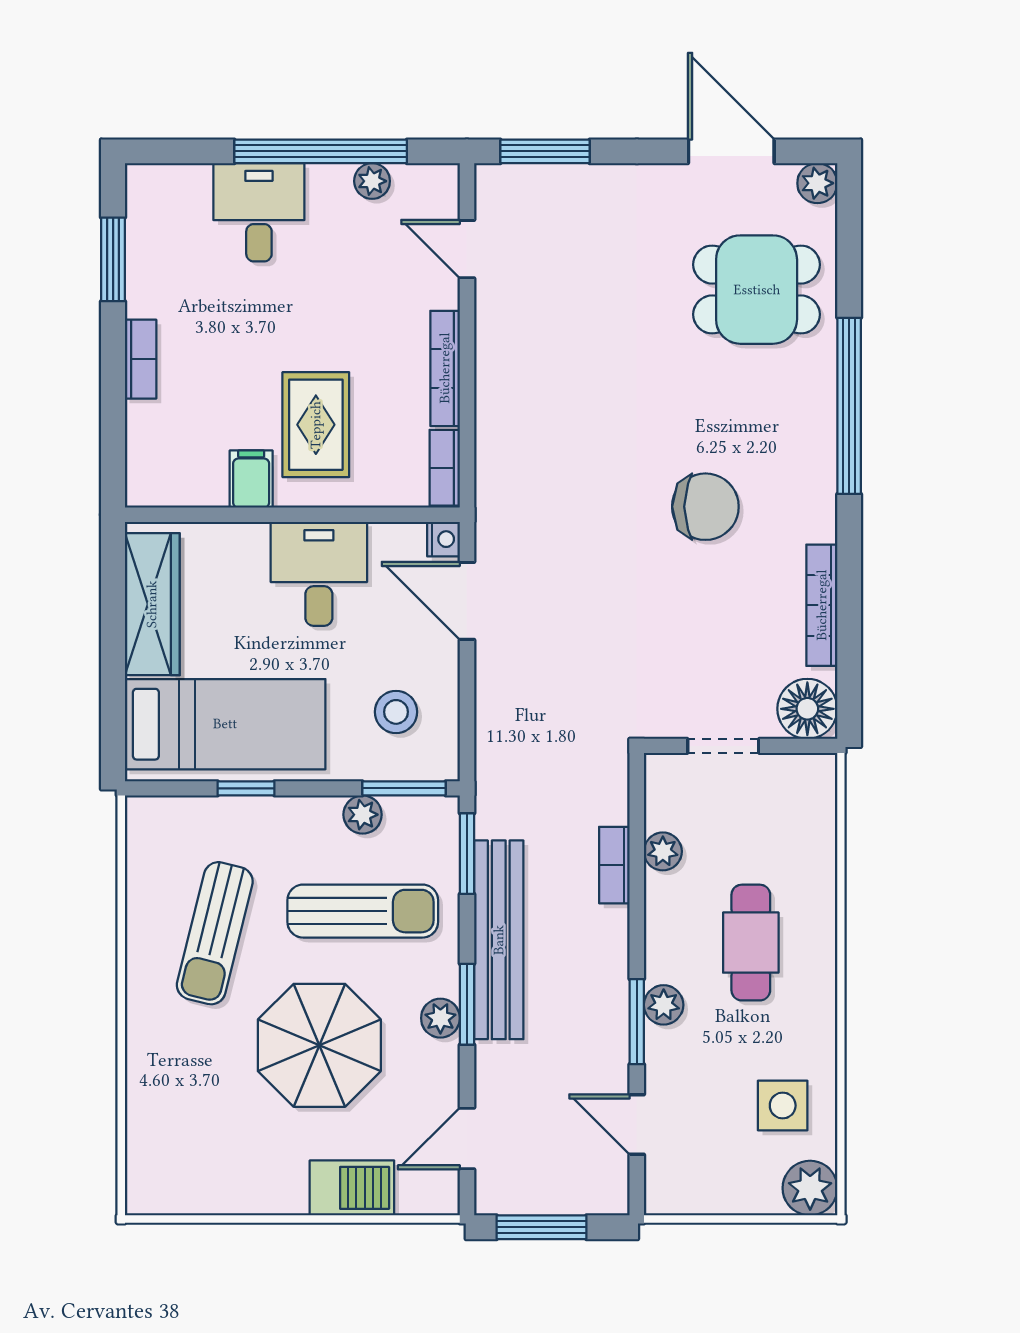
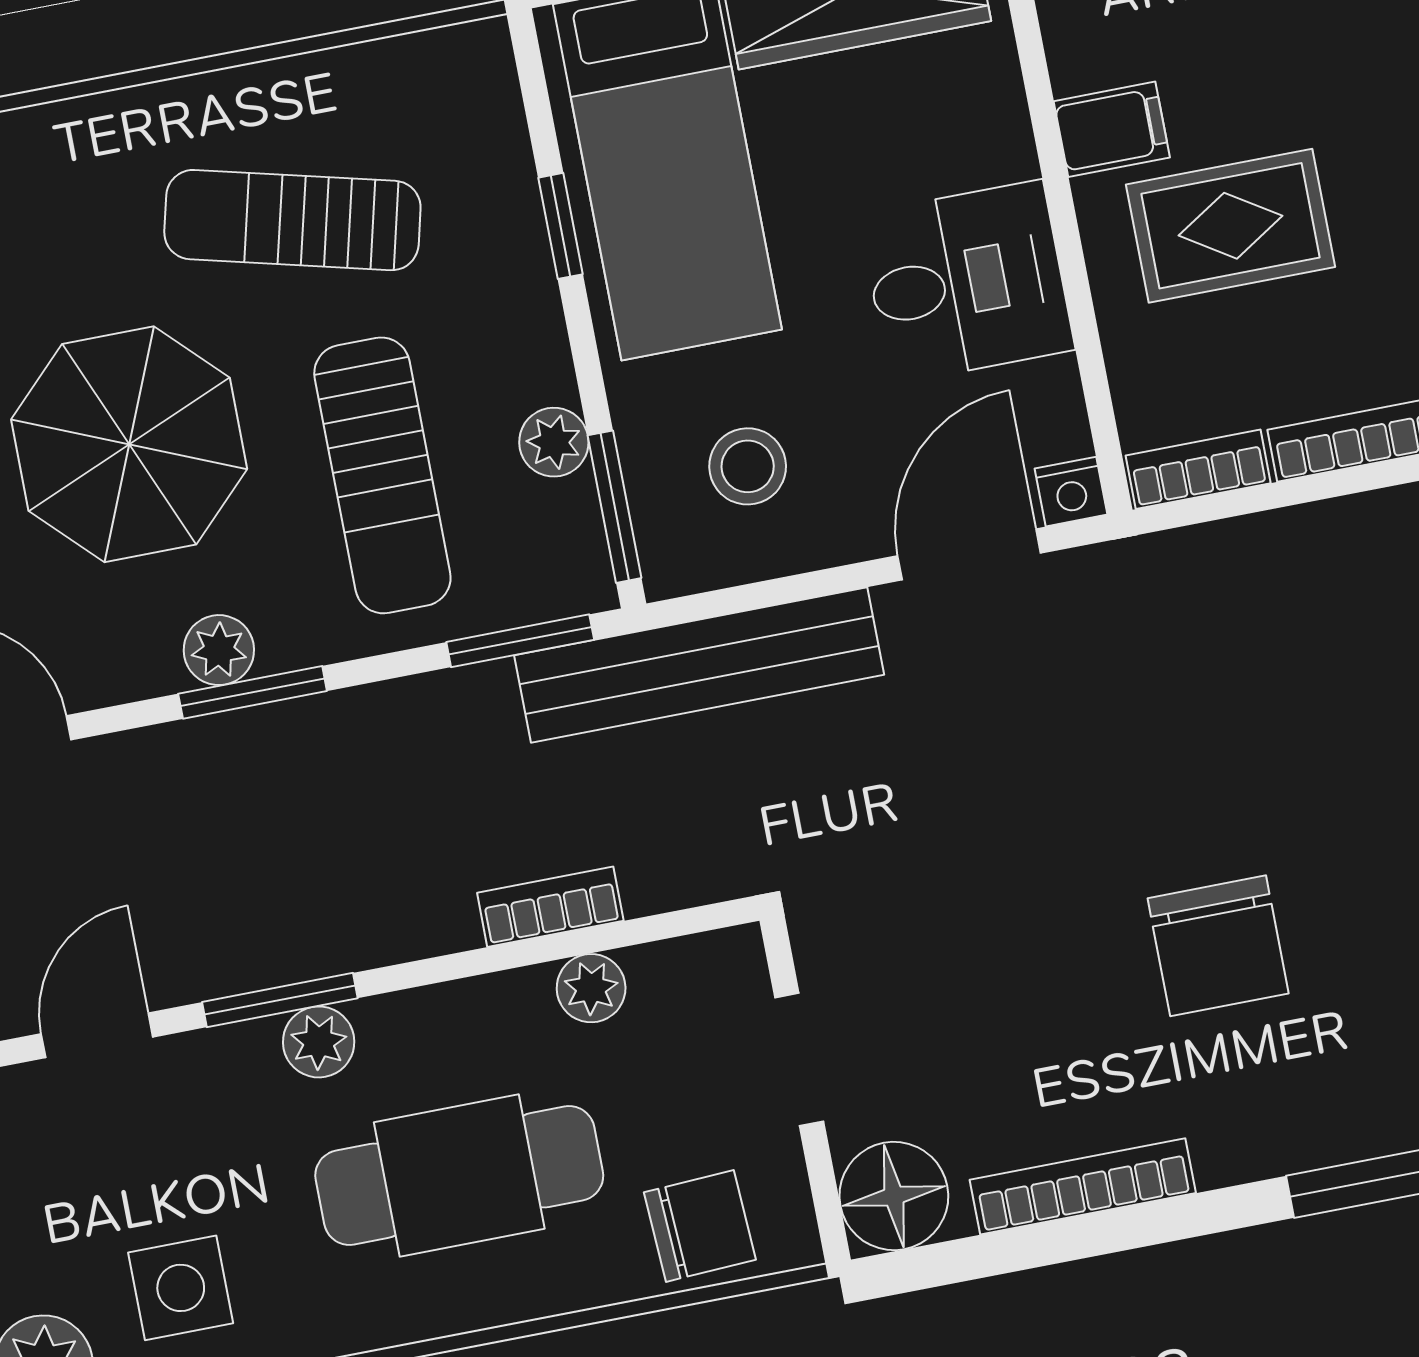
chair: (803, 817) -> (700, 1226), added
bench: (499, 940) -> (699, 665), moved
cafe table: (751, 943) -> (459, 1176), width x1.37, depth x1.35

